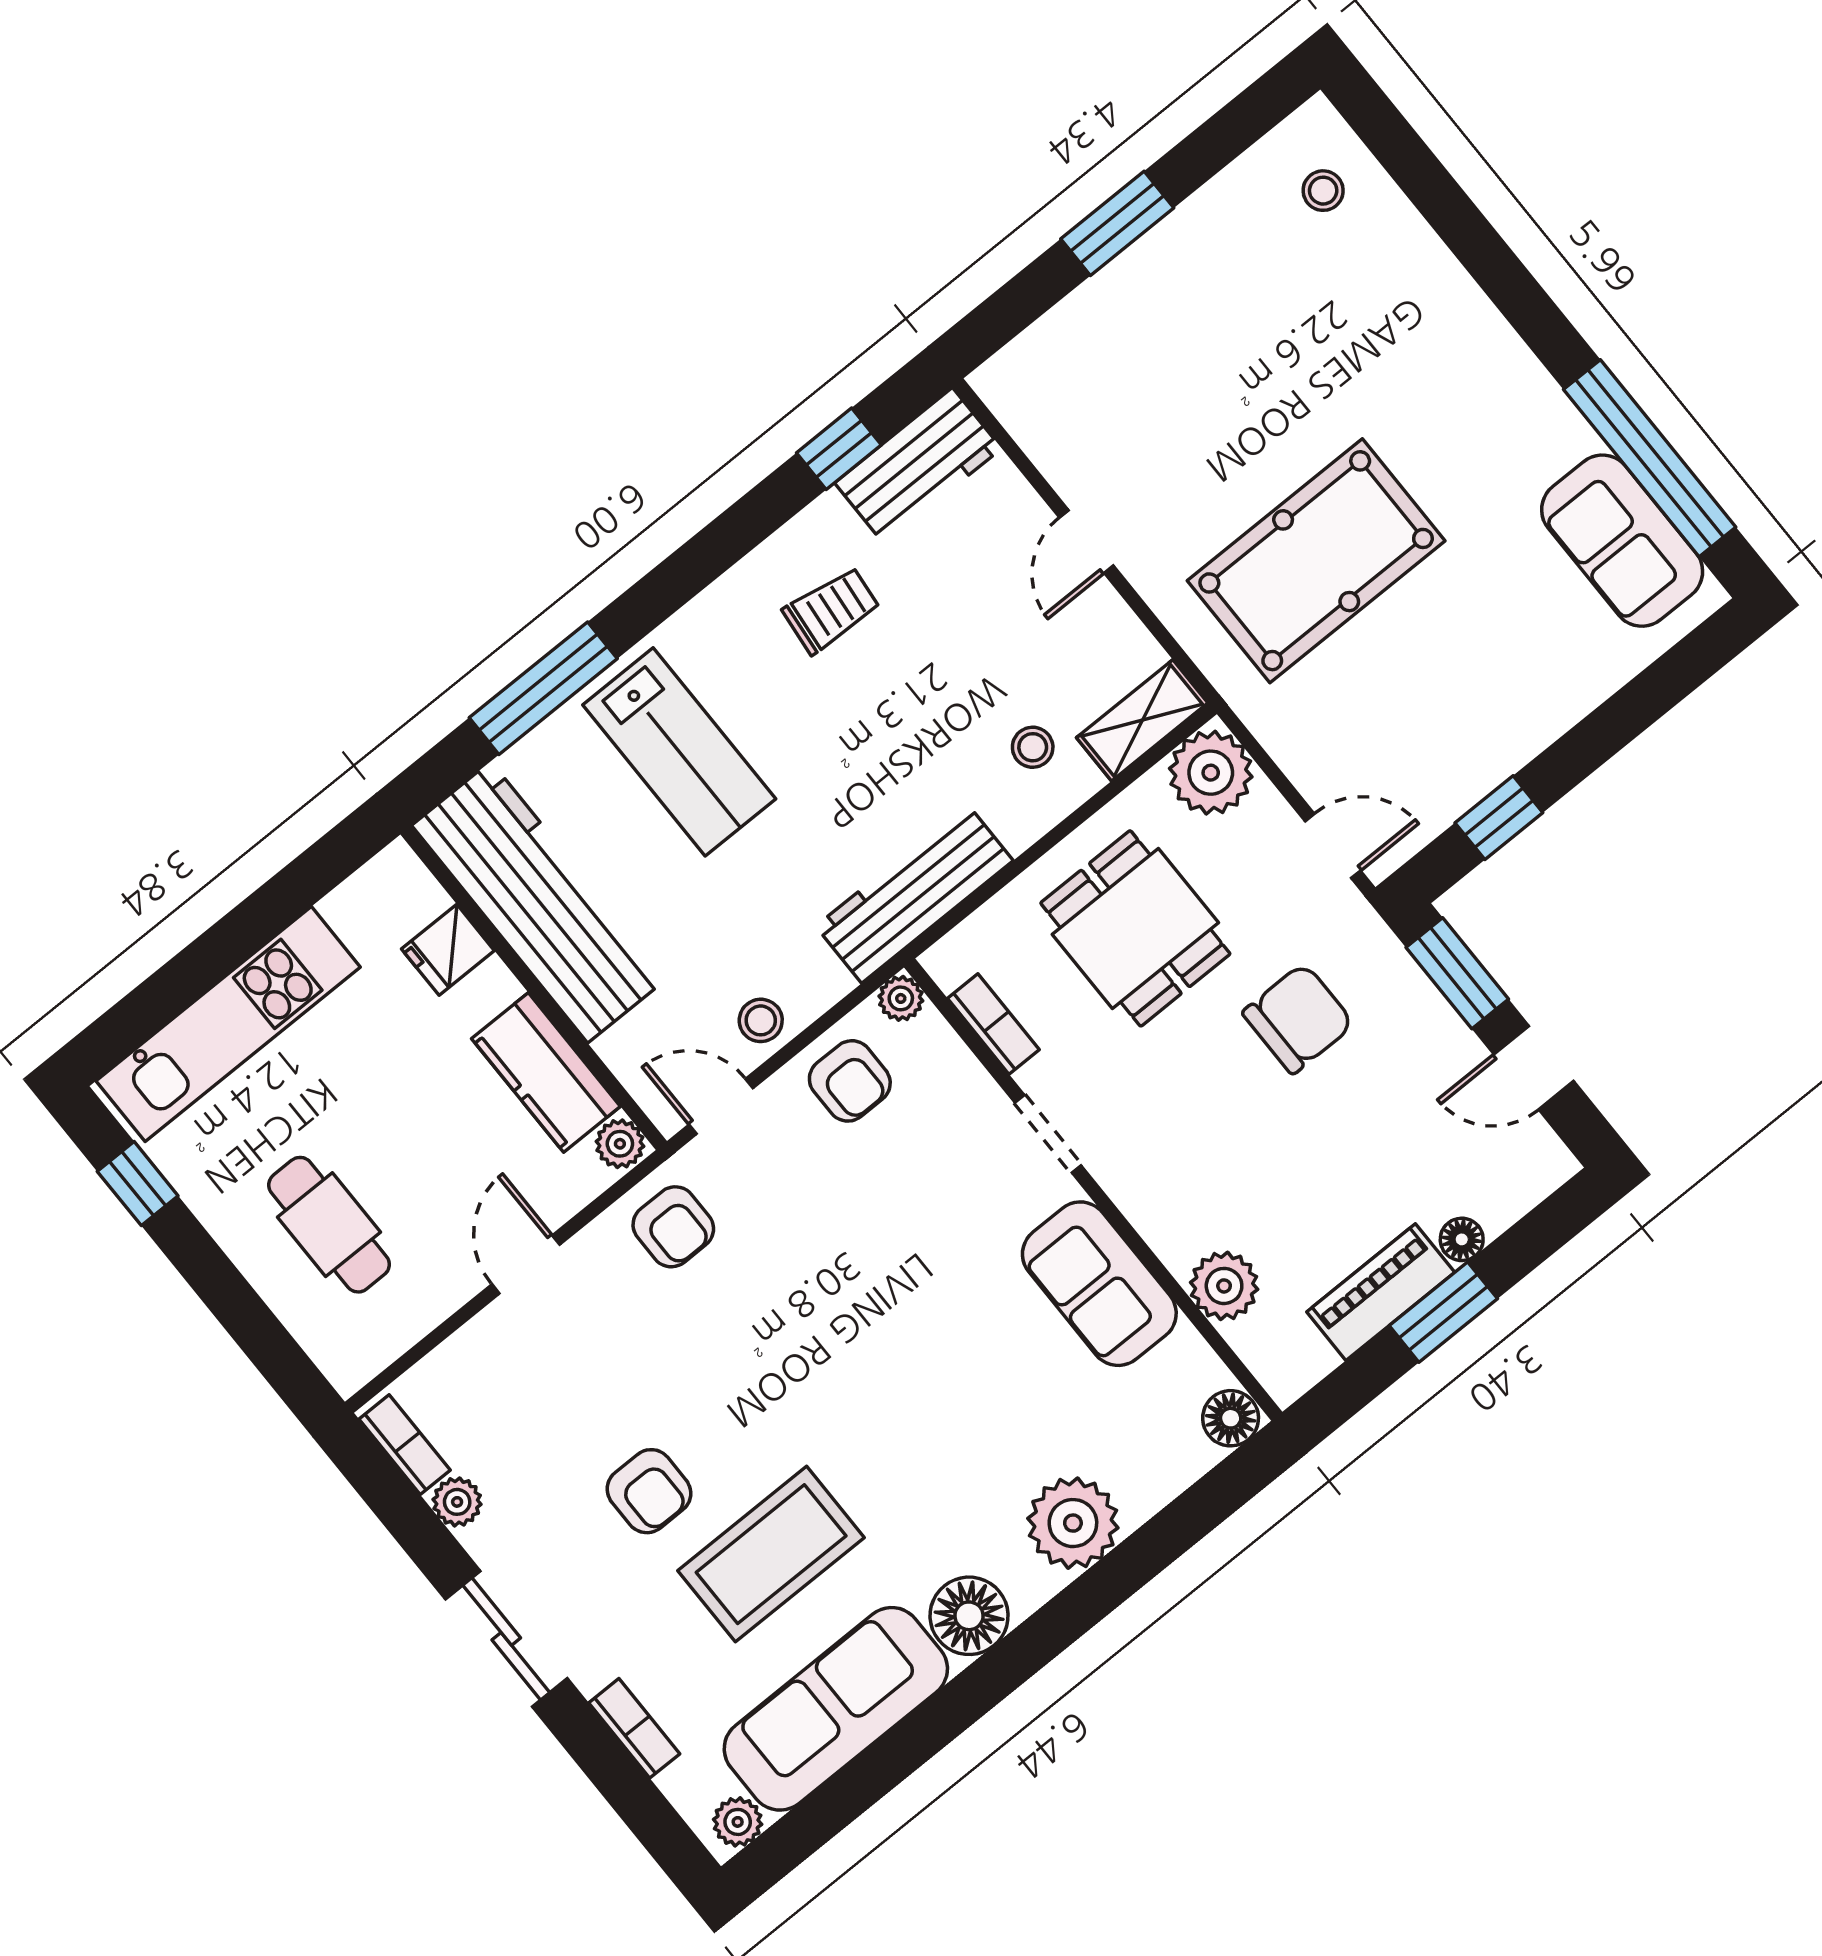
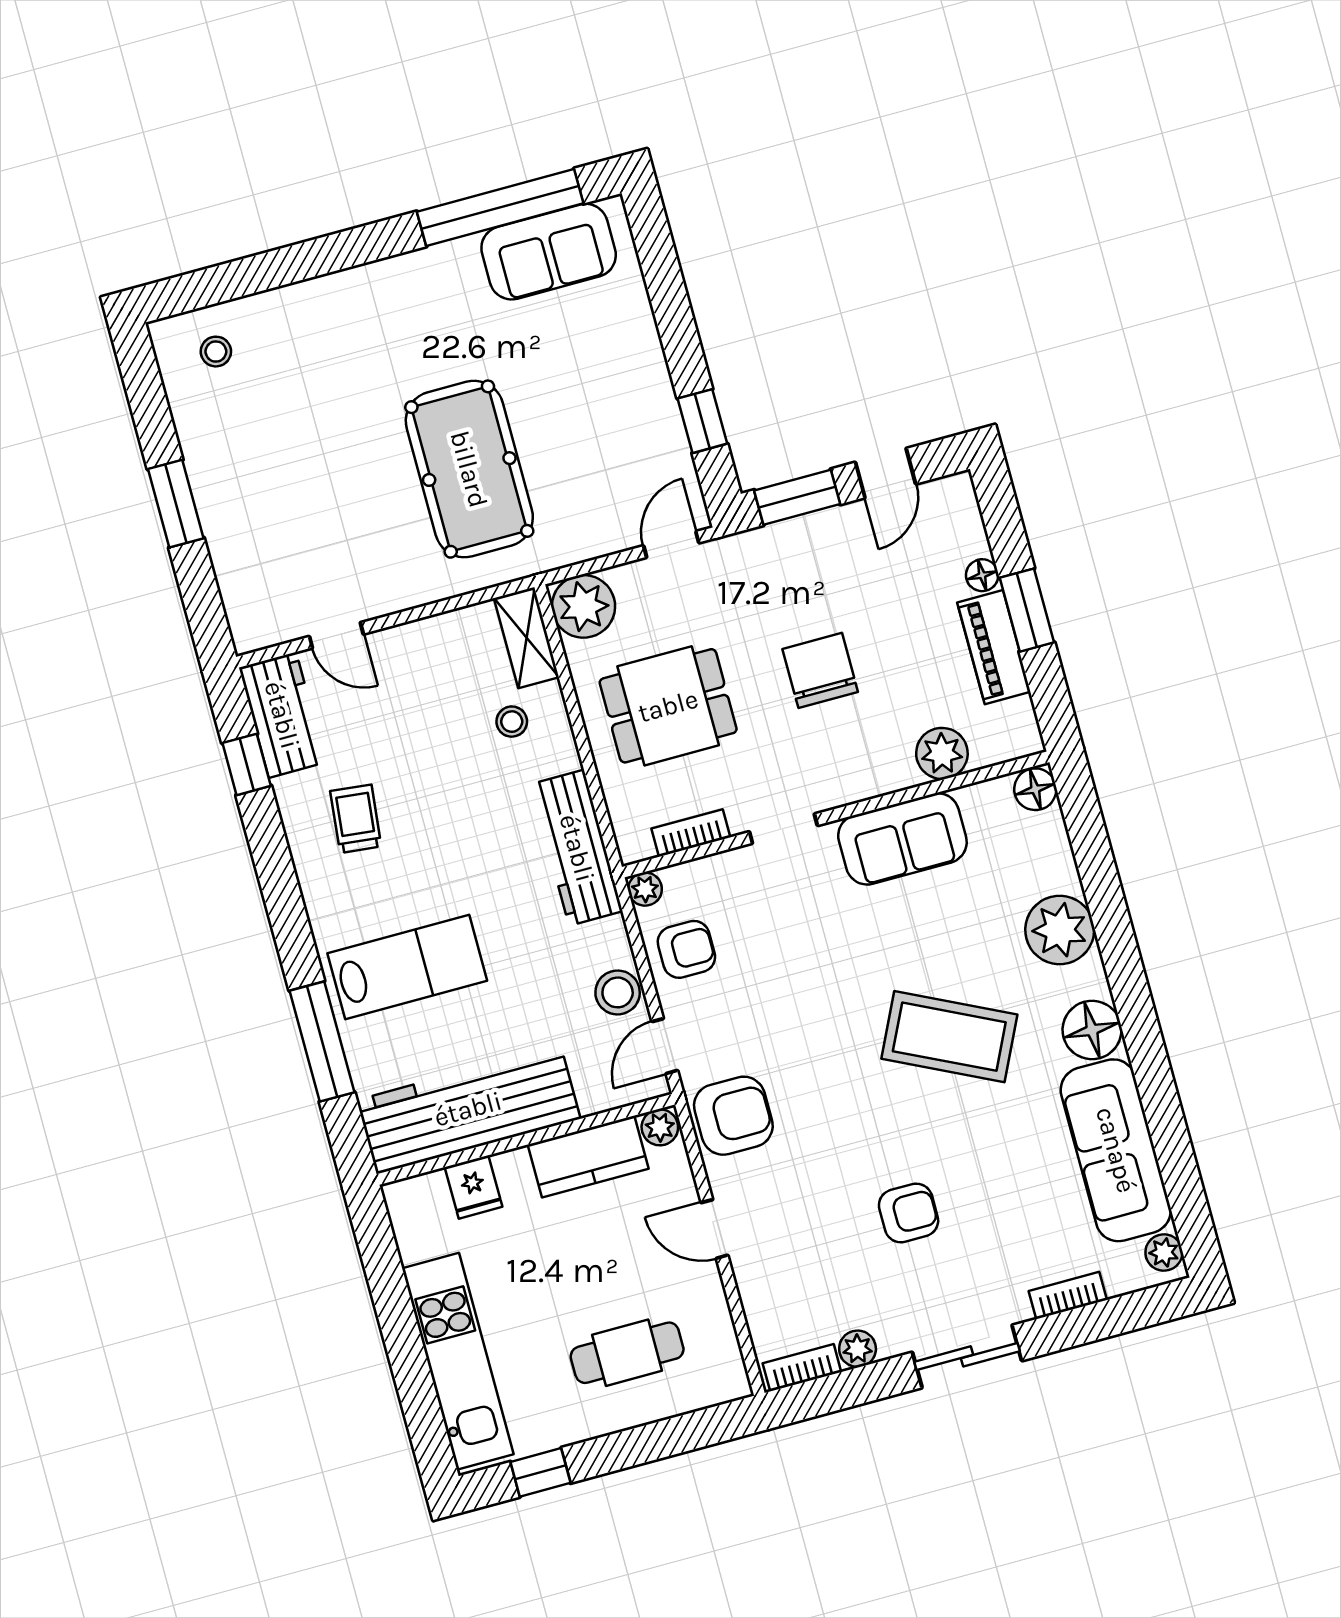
door: (1086, 542) -> (336, 635), moved
chair: (1298, 1018) -> (820, 670), moved
stool: (761, 1020) -> (618, 992), width x1.37, depth x1.37
armchair: (673, 1227) -> (733, 1116), width x1.38, depth x1.38
coffee table: (771, 1554) -> (949, 1037), moved, turned -64

